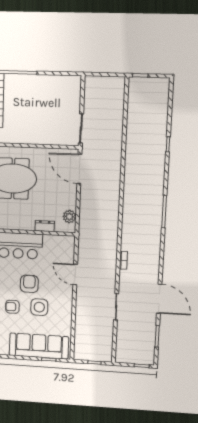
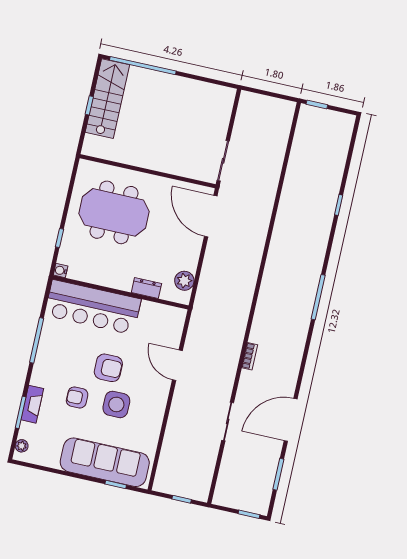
armchair: (29, 284) -> (108, 368), turned 90
door: (159, 299) -> (291, 420), swing flipped

